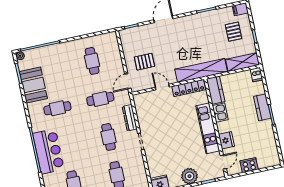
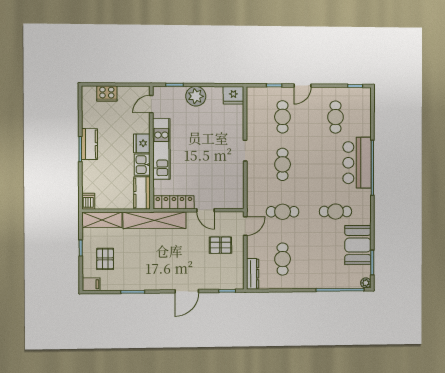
kitchen counter: (262, 107) -> (89, 144), moved
dresser: (130, 118) -> (253, 274), moved
fridge: (226, 140) -> (142, 143), moved
cooker: (249, 165) -> (107, 93), moved

